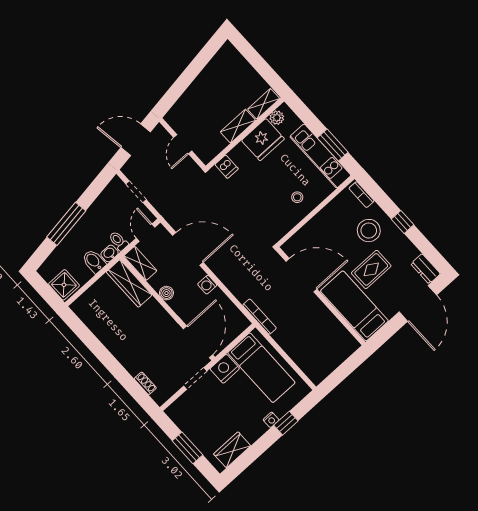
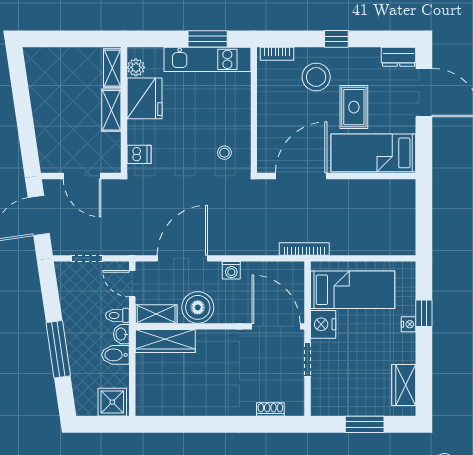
door: (183, 144) -> (82, 176), width x1.38
stool: (297, 197) -> (224, 153), moved
boiler: (166, 293) -> (198, 307), width x1.86, depth x1.86

